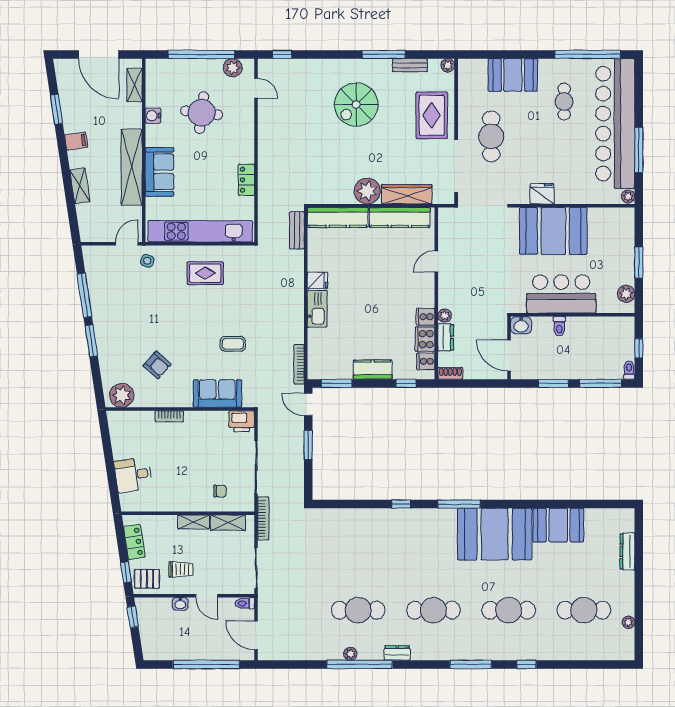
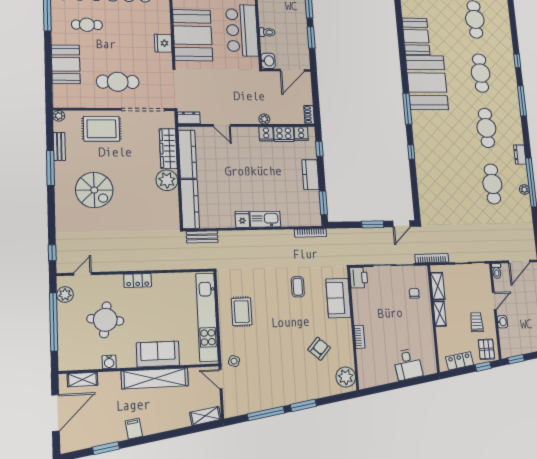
locker: (246, 180) -> (138, 280), moved
shelving: (80, 186) -> (205, 416), moved
dresser: (446, 337) -> (189, 118), moved
door: (308, 404) -> (401, 224), moved

